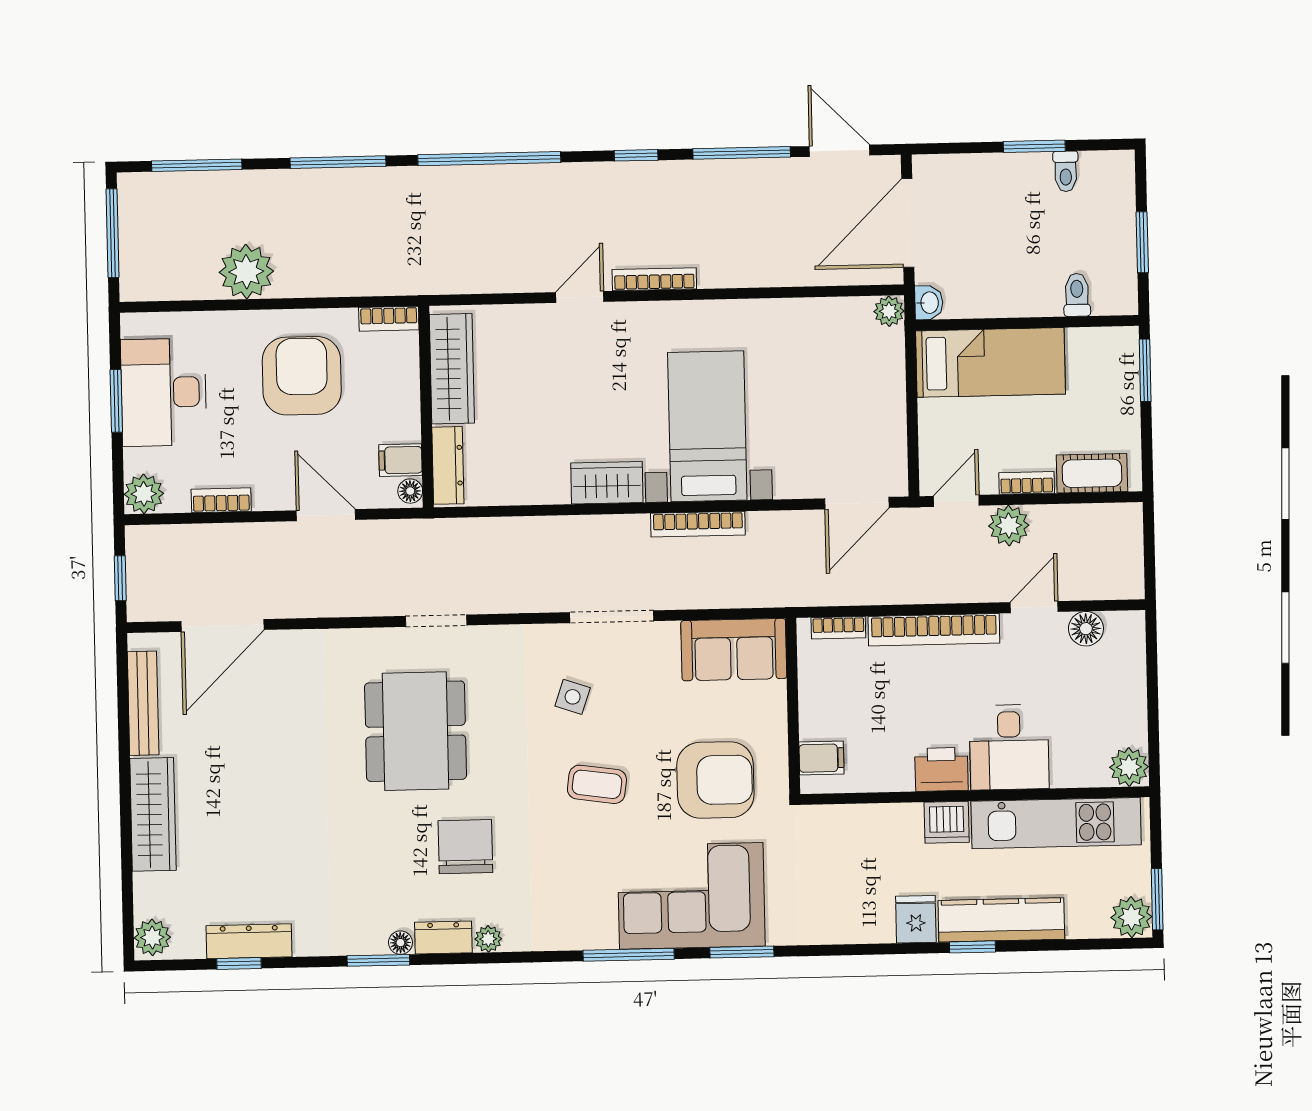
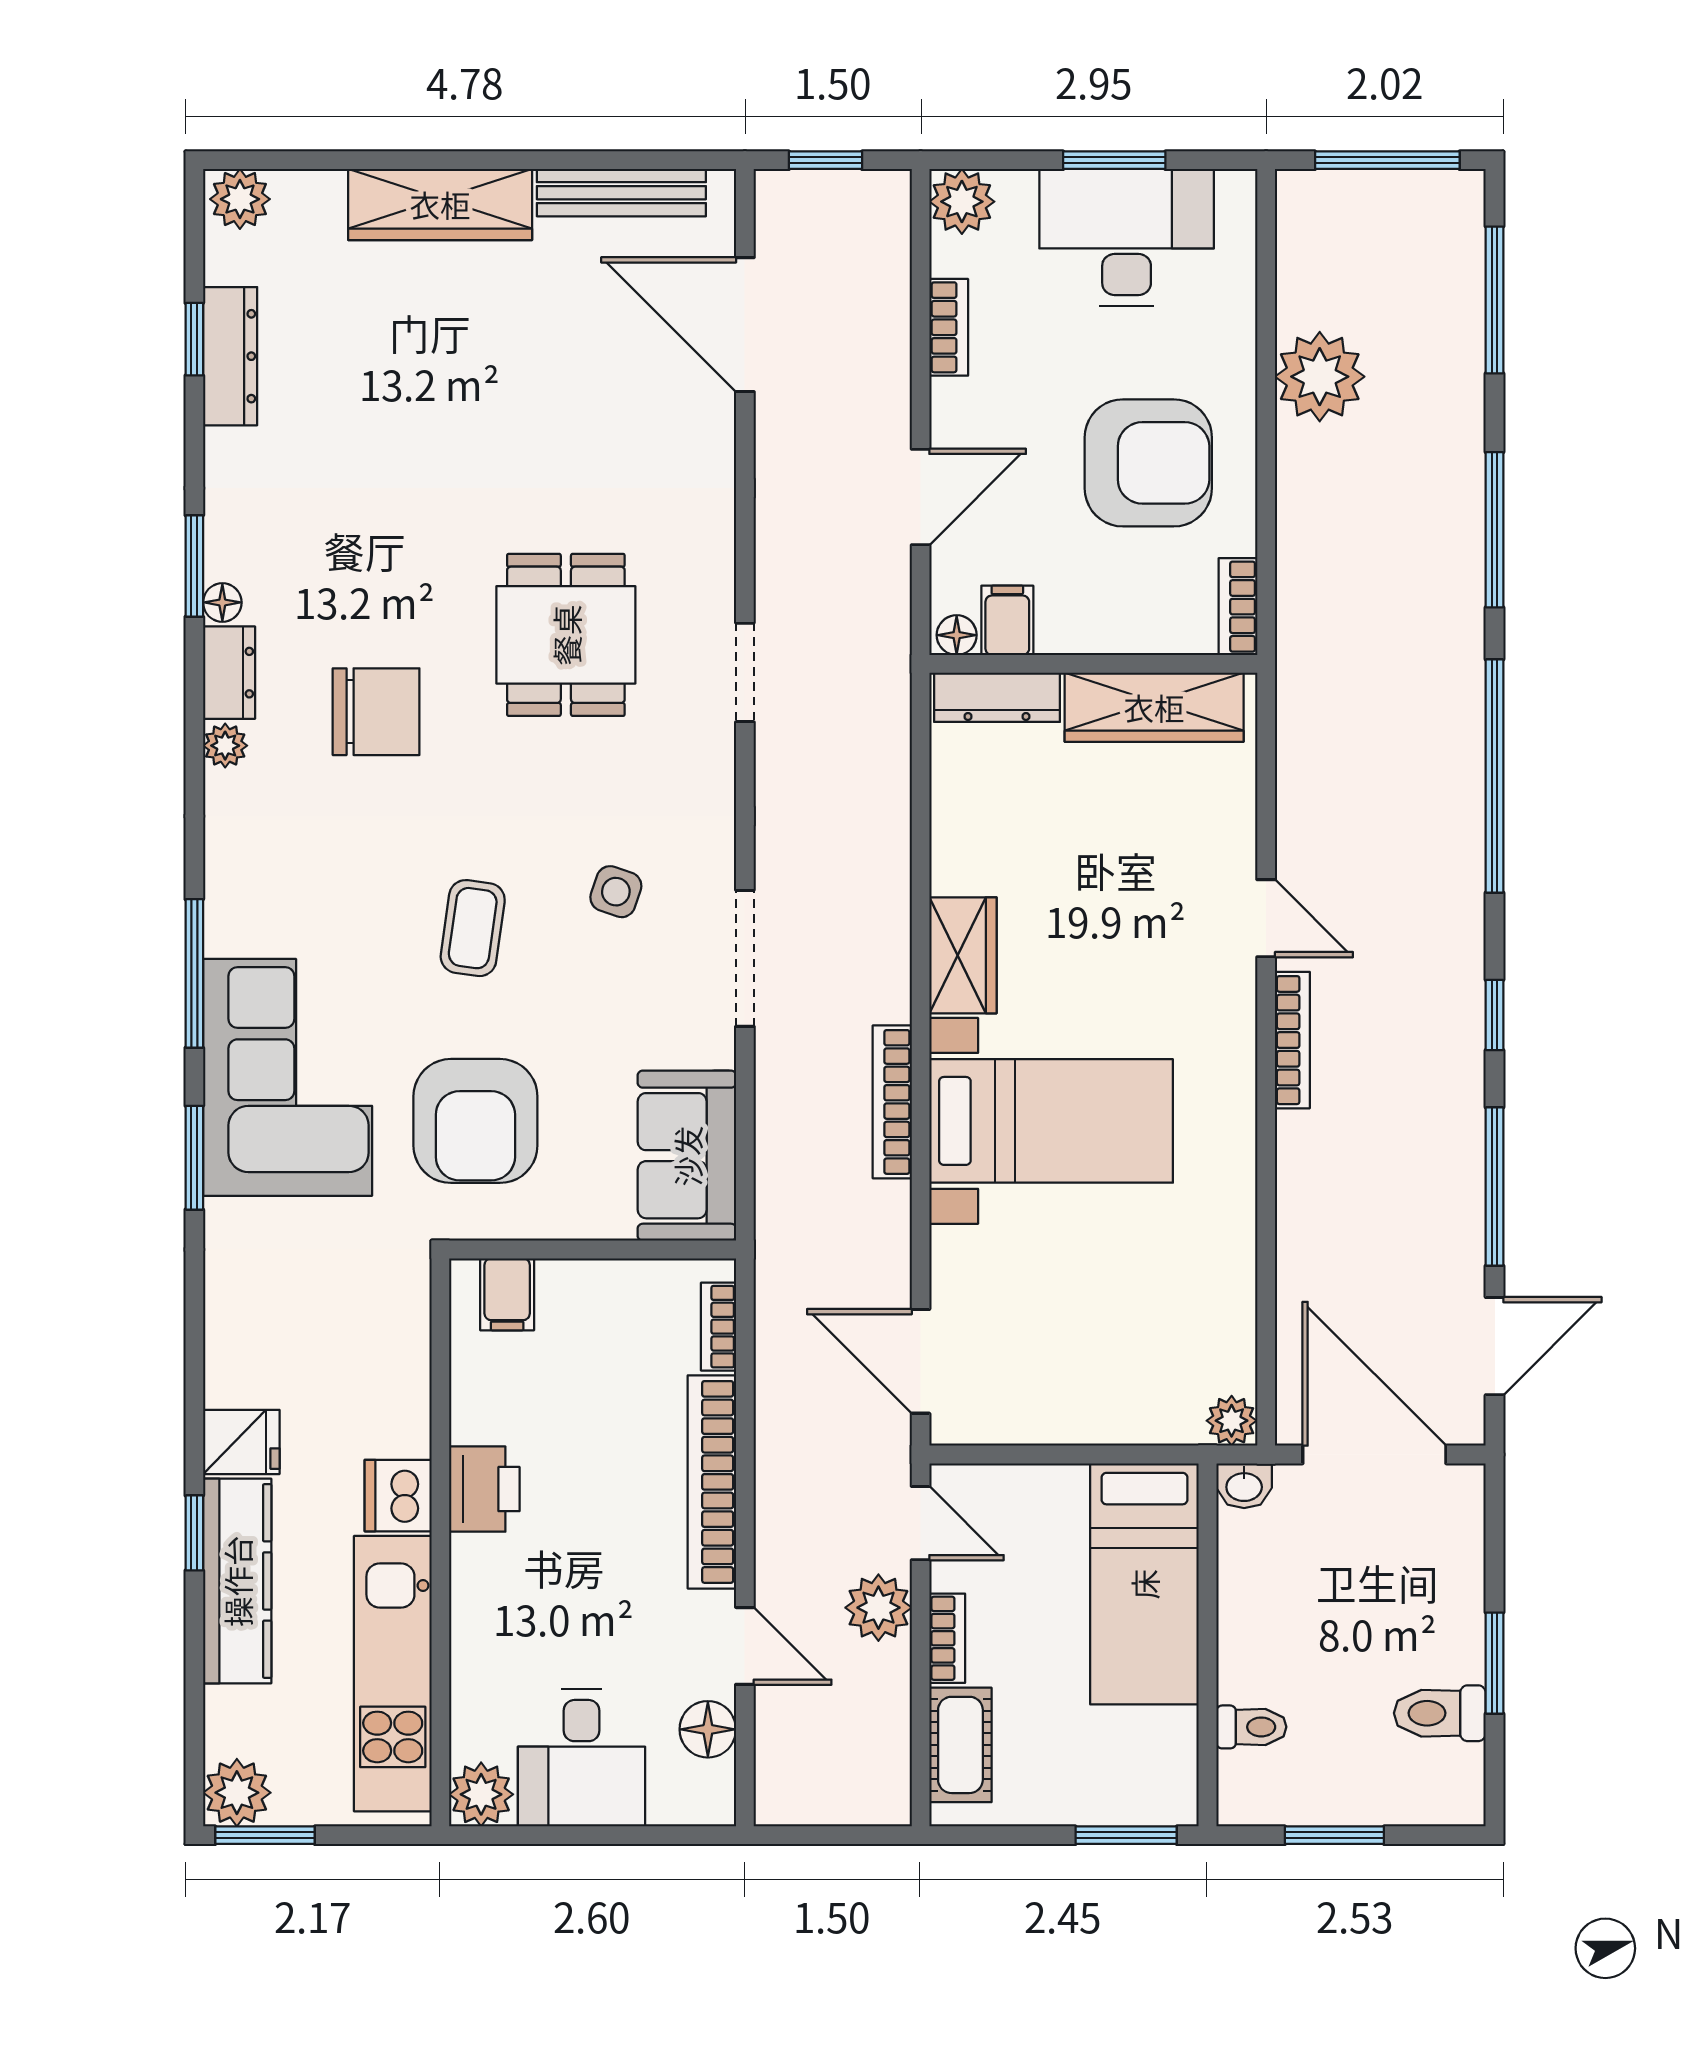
toilet: (1066, 171) -> (1440, 1713), width x1.37, depth x1.39
dining table: (416, 731) -> (566, 635), width x0.73
desk: (1009, 747) -> (582, 1758), moved, turned -90

